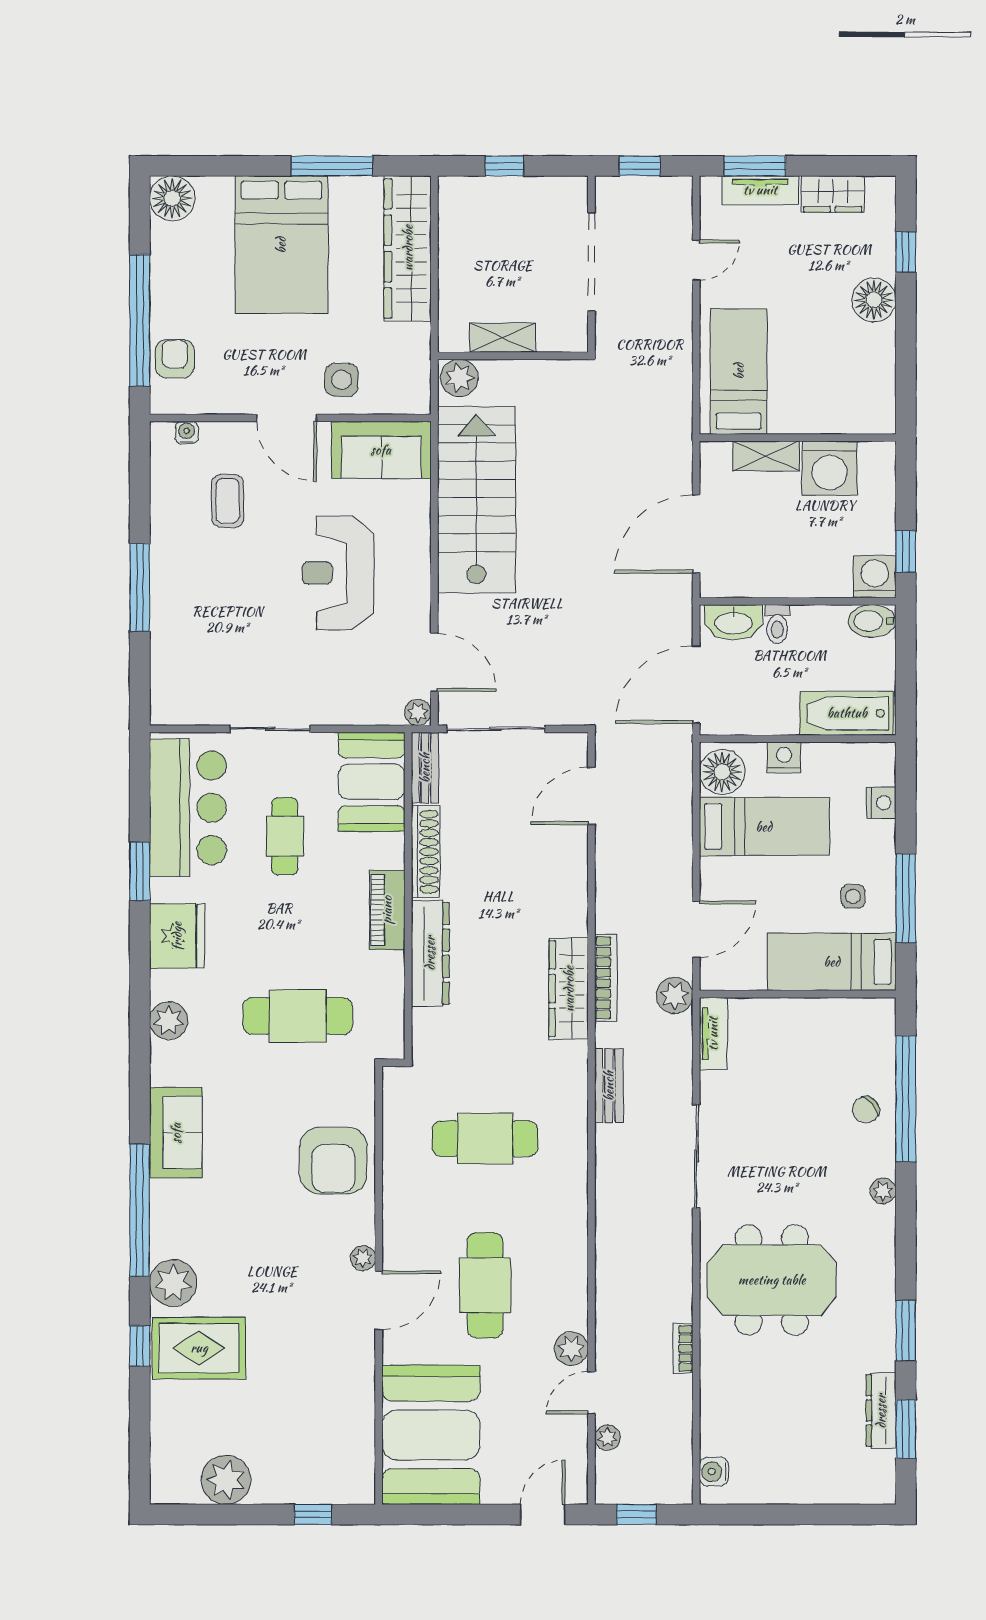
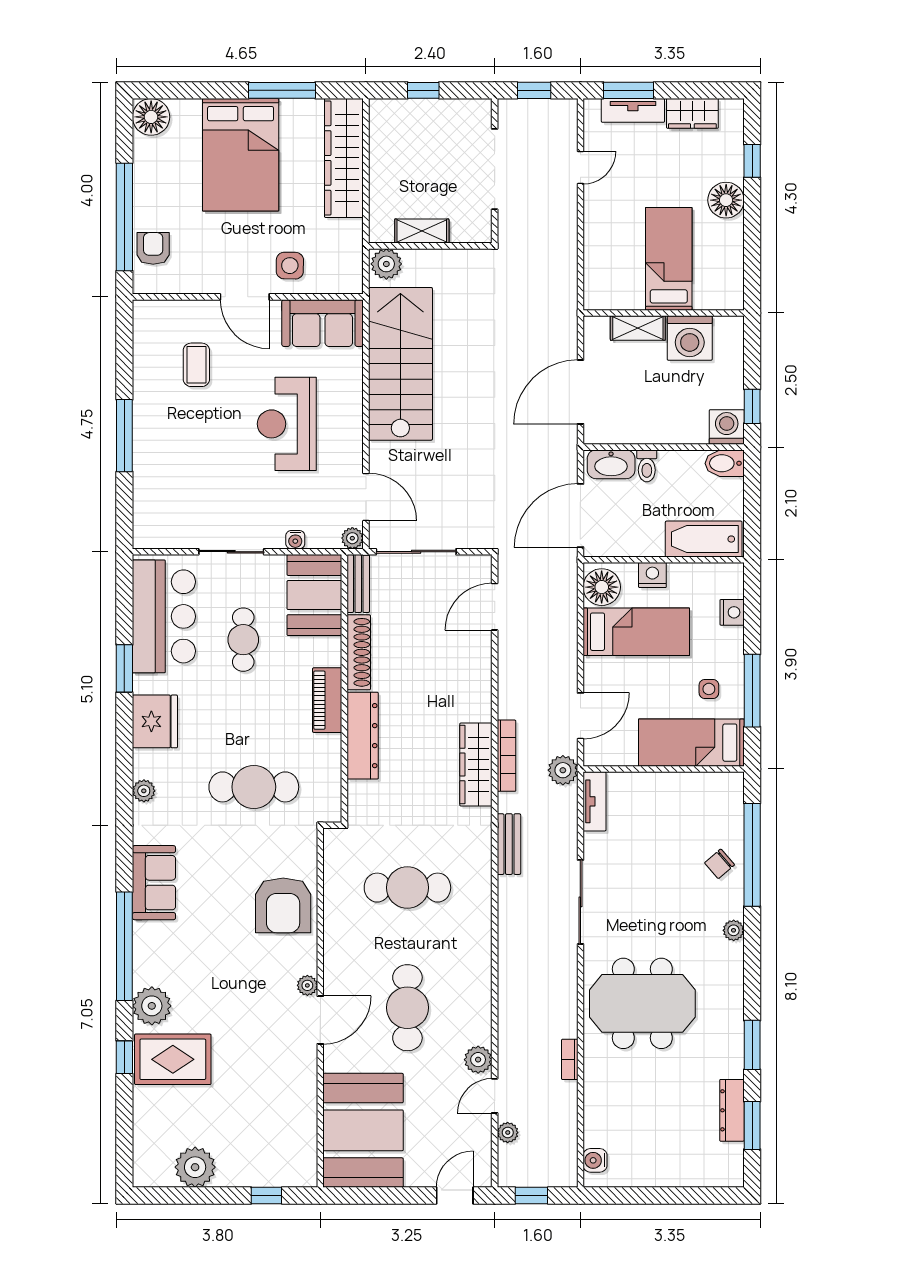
bed: (739, 371) -> (669, 259), moved
water cooler: (187, 433) -> (295, 540), moved, turned 180
plant: (169, 1021) -> (144, 791), width x0.73, depth x0.73

